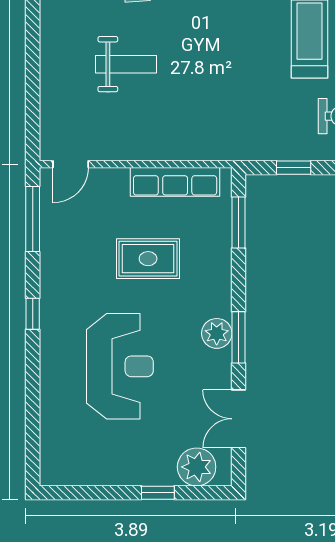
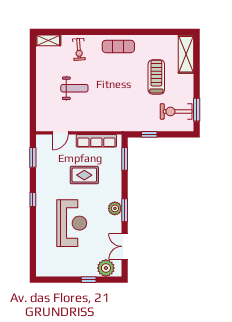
door: (71, 164) -> (60, 133), moved
window: (33, 219) -> (33, 157), width x0.69

